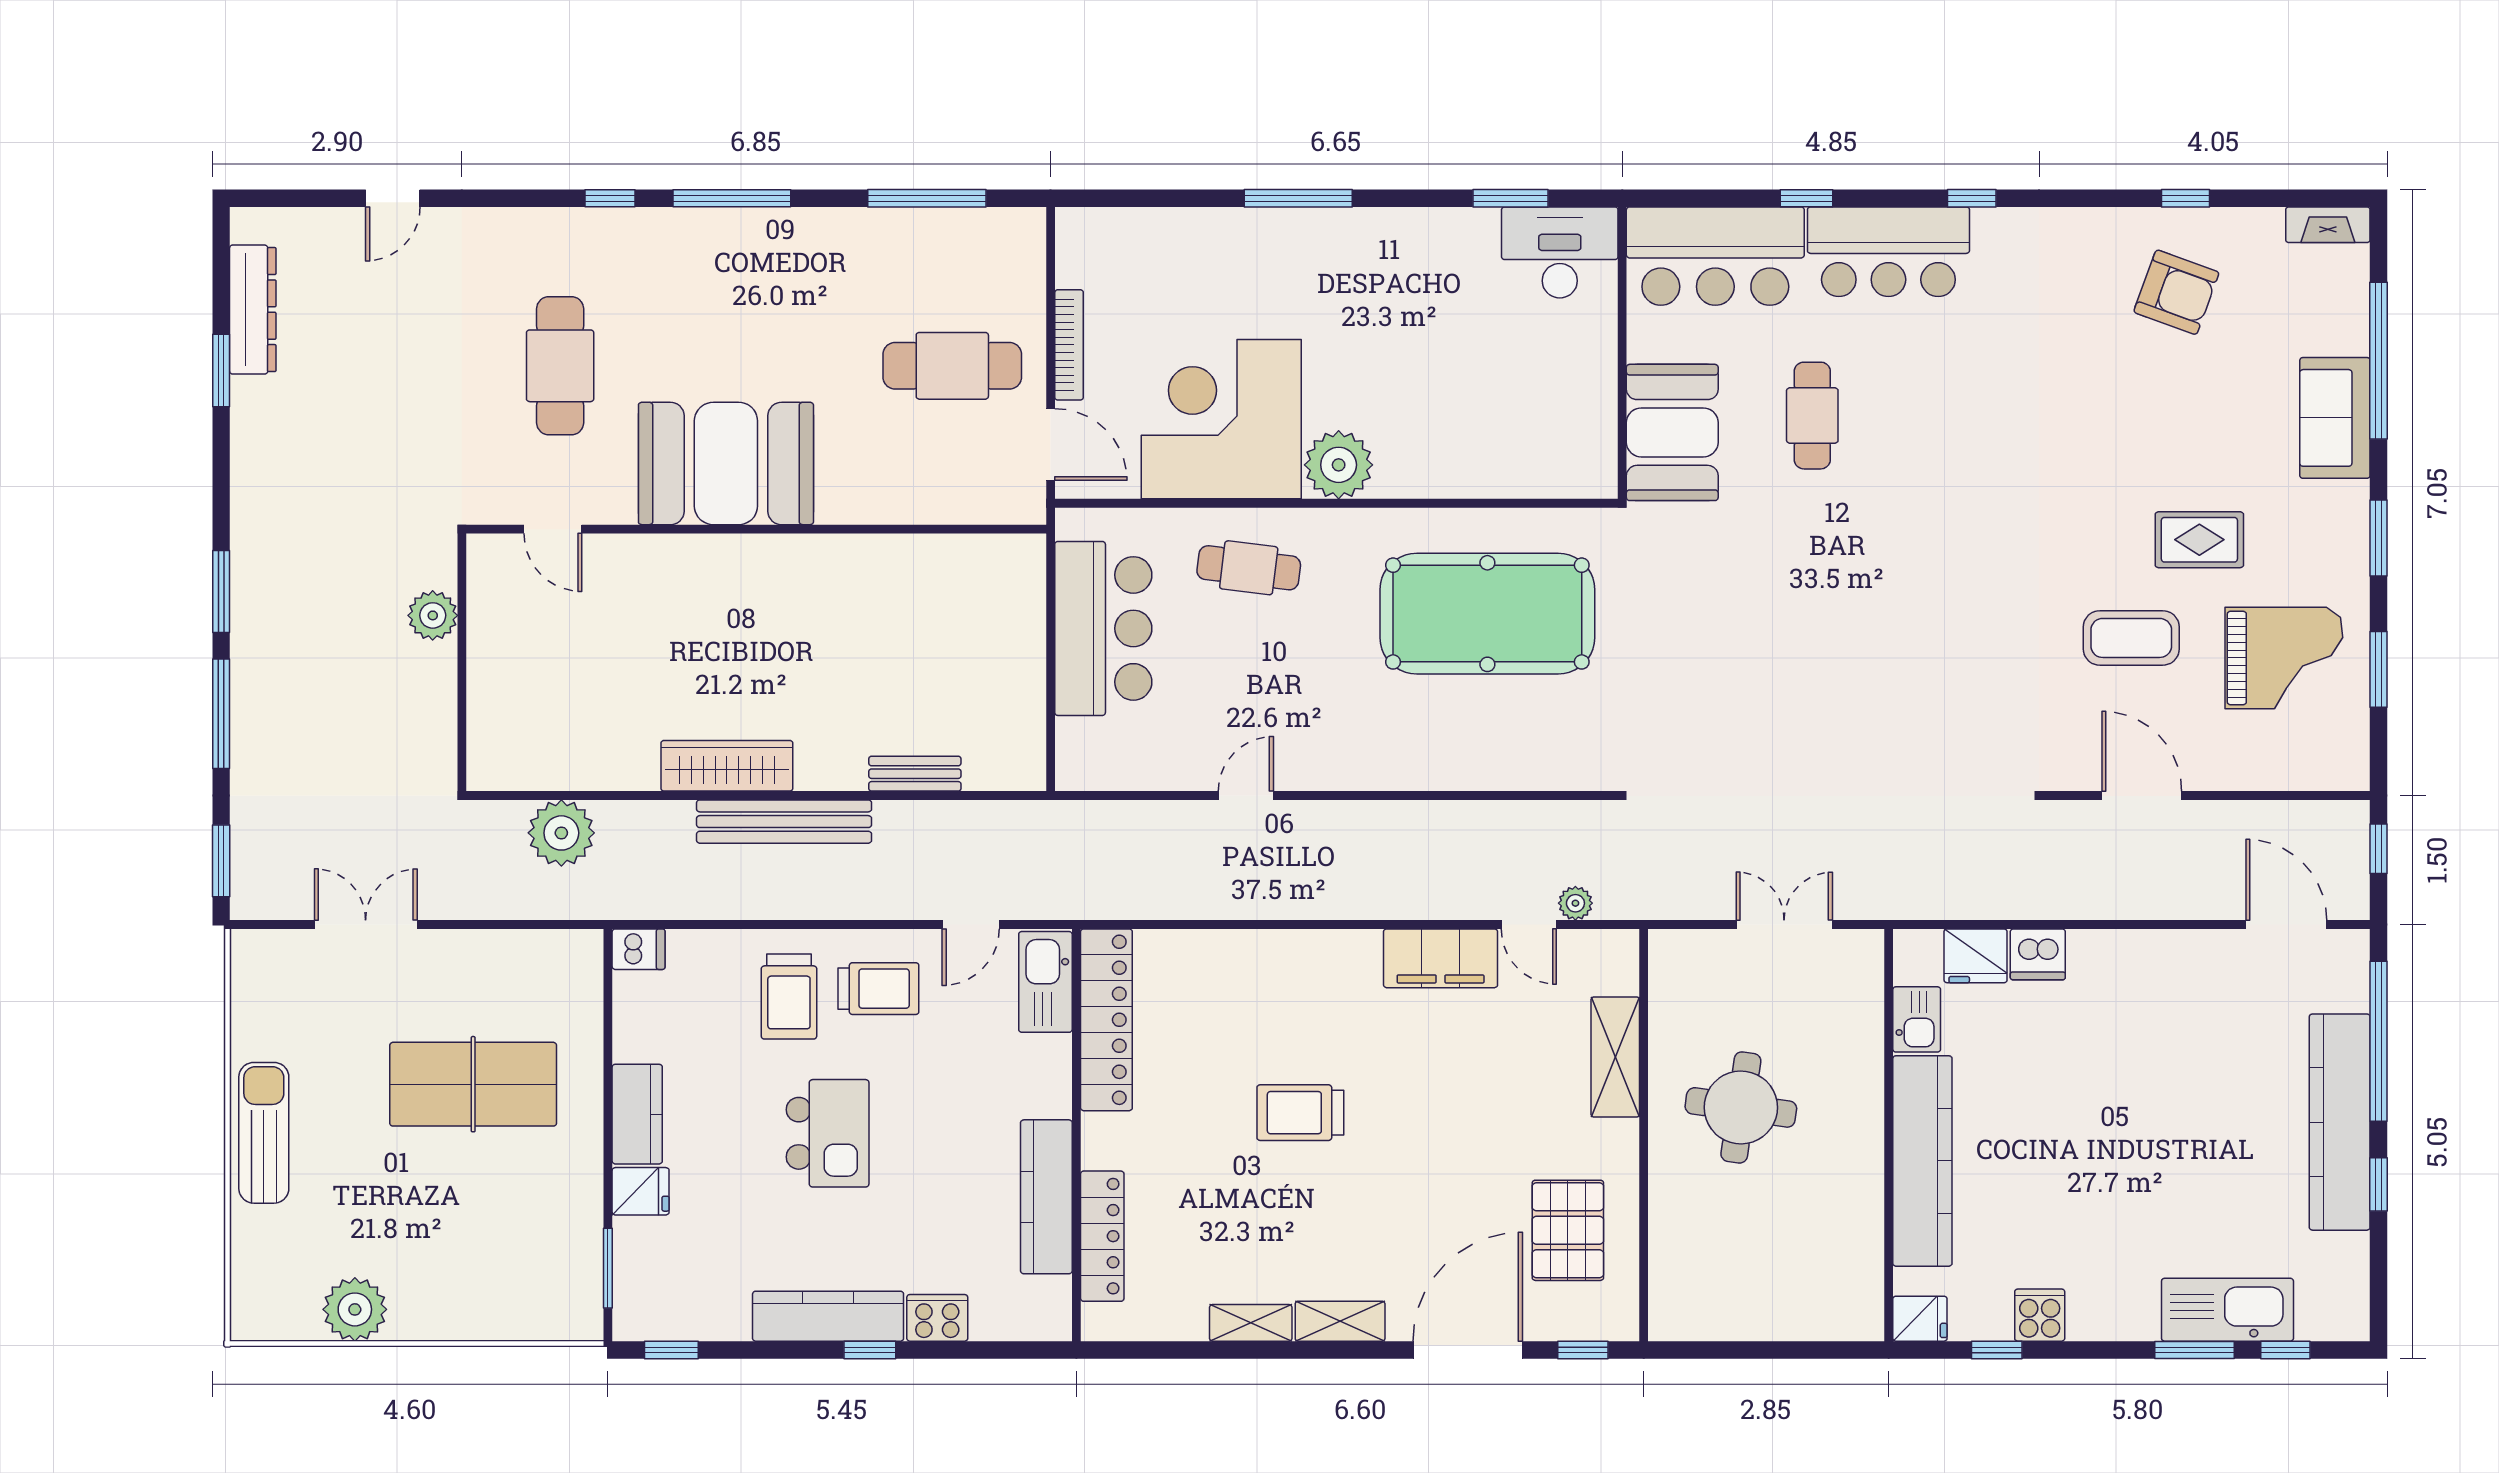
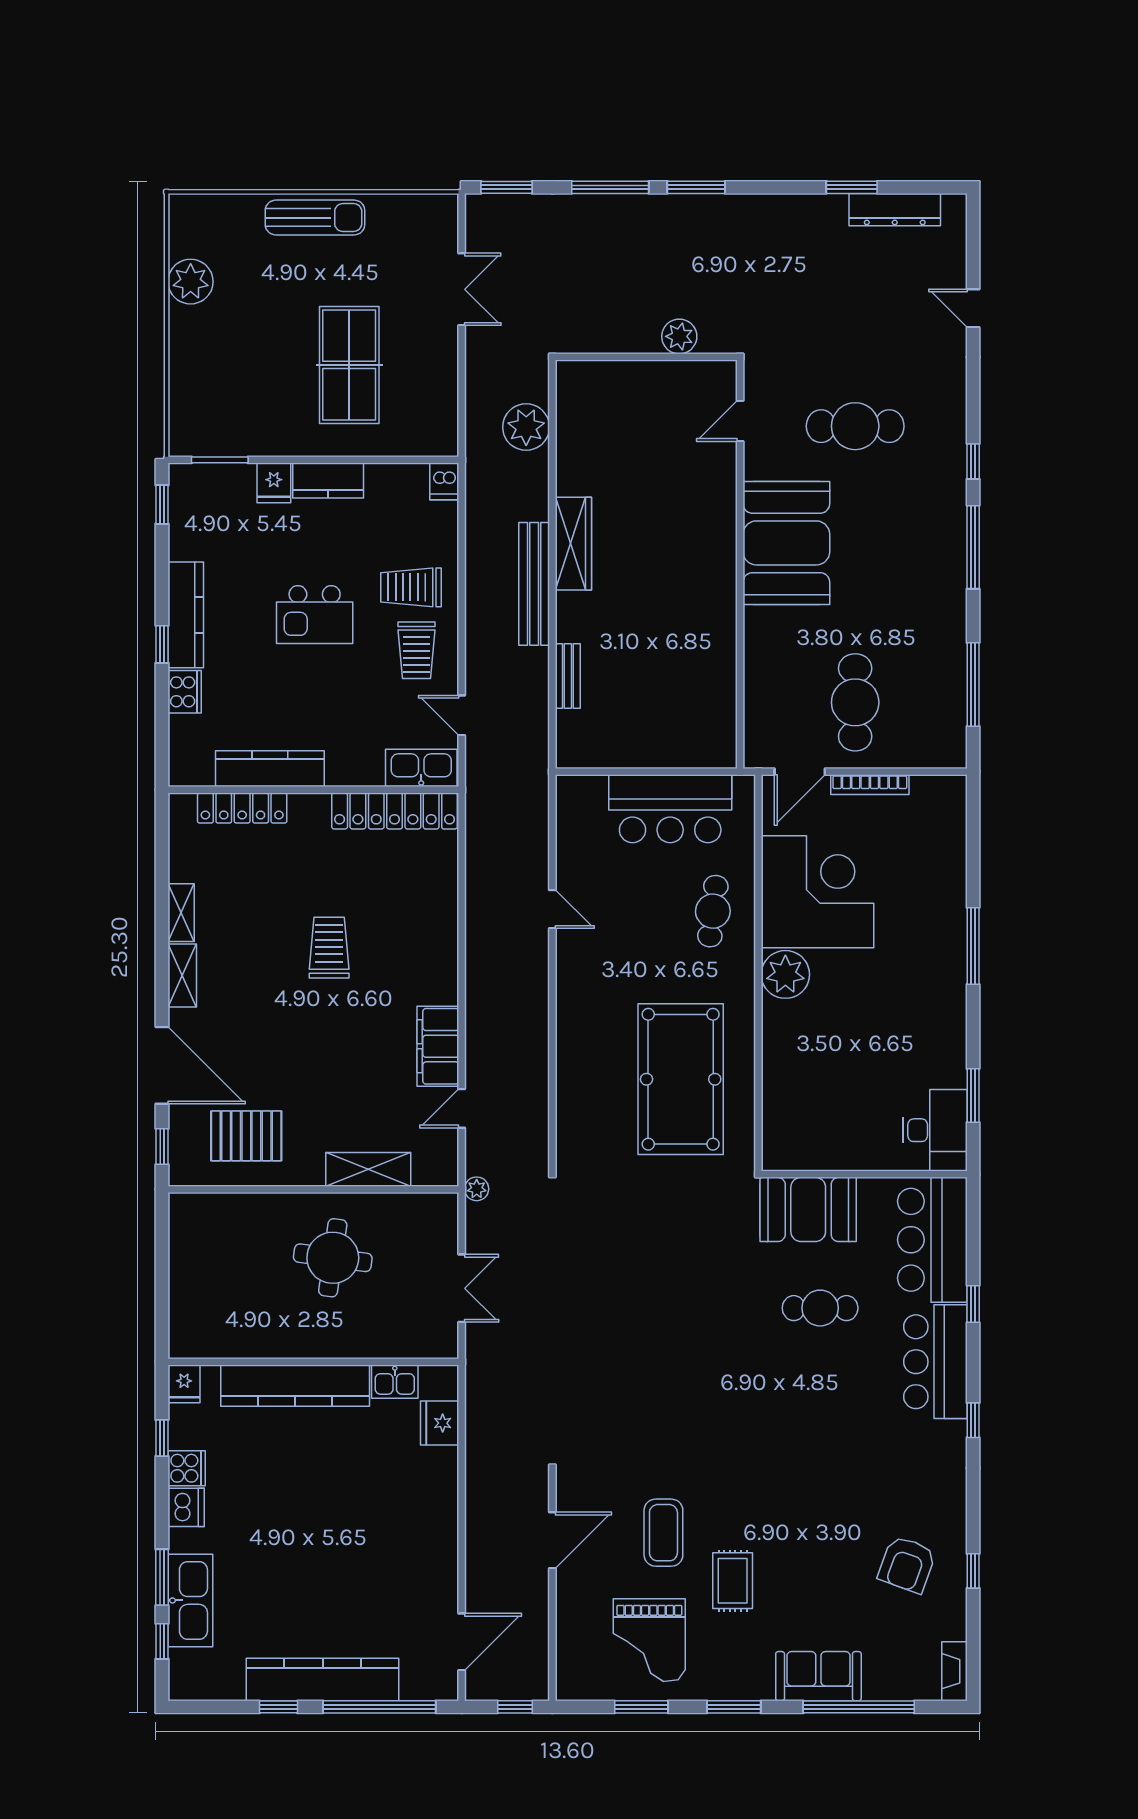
plant: (1575, 903) -> (477, 1189), moved
dishwasher: (2038, 954) -> (186, 1507), moved, turned 180

